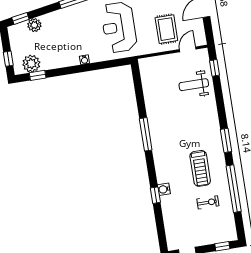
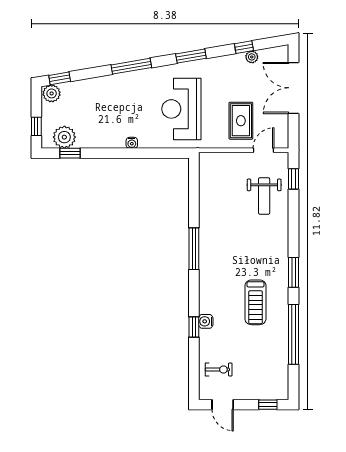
plant: (34, 25) -> (52, 93), moved
weight bench: (194, 85) -> (264, 196), turned -90
exercise bike: (208, 202) -> (219, 369), moved

